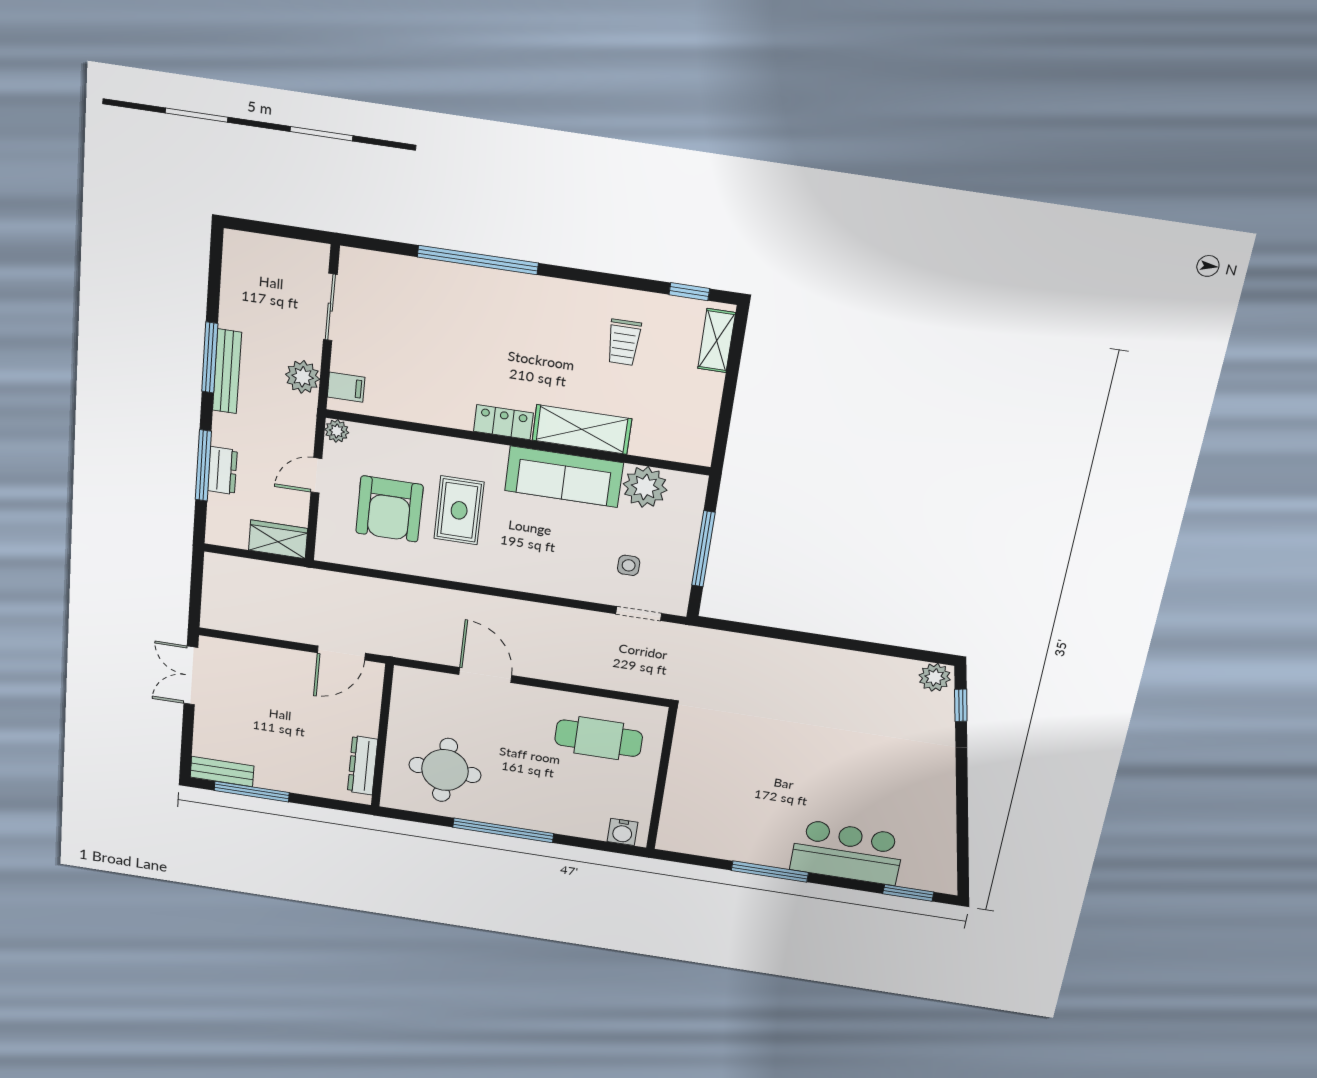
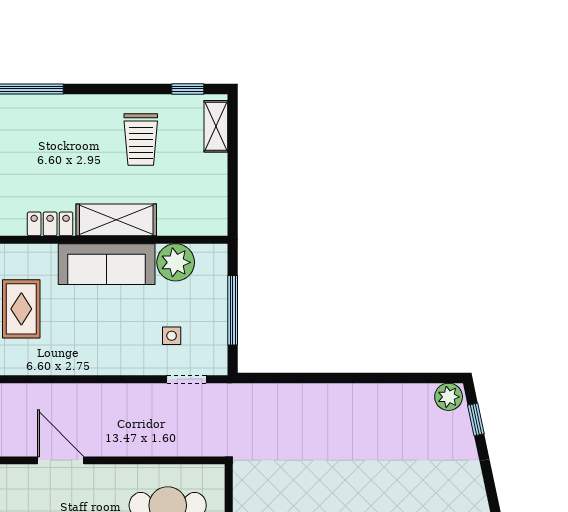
trolley: (624, 342) -> (141, 139), width x1.36, depth x1.39

